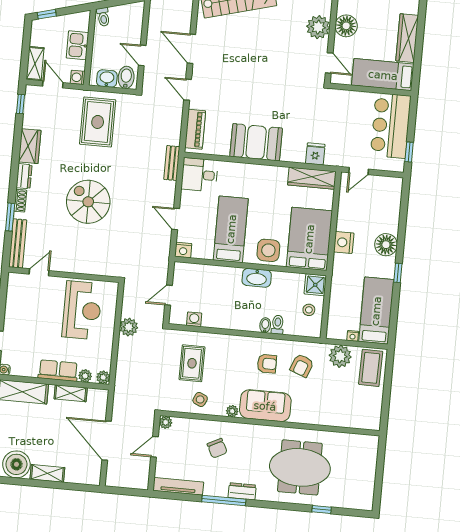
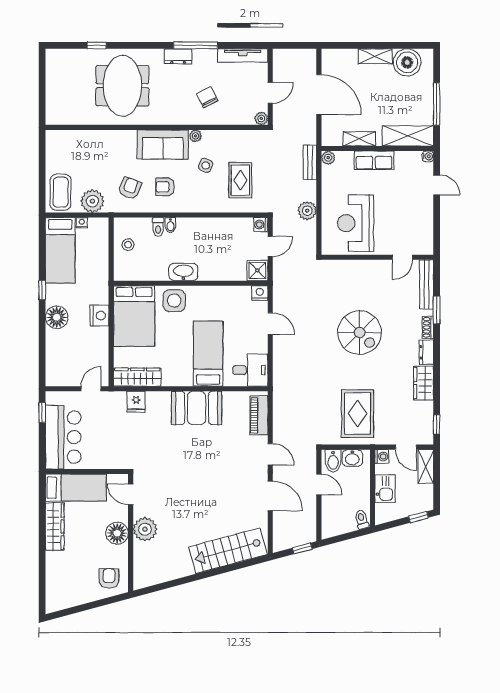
bench: (172, 163) -> (310, 162), moved
bed: (231, 229) -> (208, 354), moved, turned 180
shower: (315, 285) -> (257, 270), moved
washing machine: (194, 319) -> (261, 225), moved, turned 90
plant: (85, 376) -> (346, 158), removed
side table: (200, 399) -> (206, 165), moved
meeting table: (300, 467) -> (122, 86), turned 90

